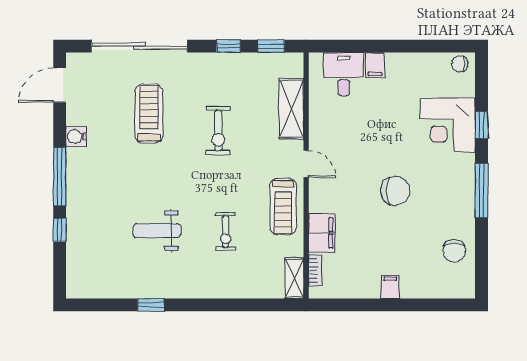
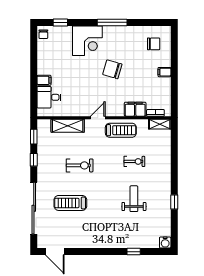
corner desk: (448, 125) -> (87, 41), moved
window: (481, 125) -> (60, 22), moved
water cooler: (76, 136) -> (165, 242), moved
window: (60, 177) -> (105, 252), removed
chair: (395, 191) -> (112, 69), turned -74
weight bench: (157, 231) -> (134, 199), turned 180
chair: (454, 251) -> (154, 44), moved

